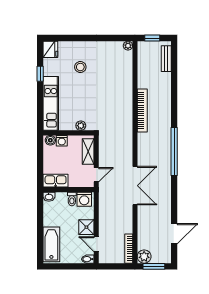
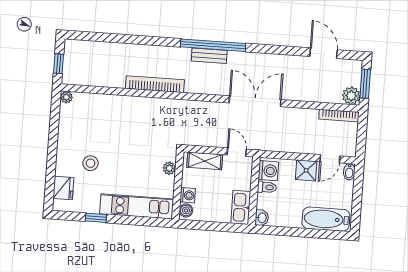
fridge: (50, 49) -> (63, 188), moved, turned 90
bench: (166, 59) -> (209, 56), moved

